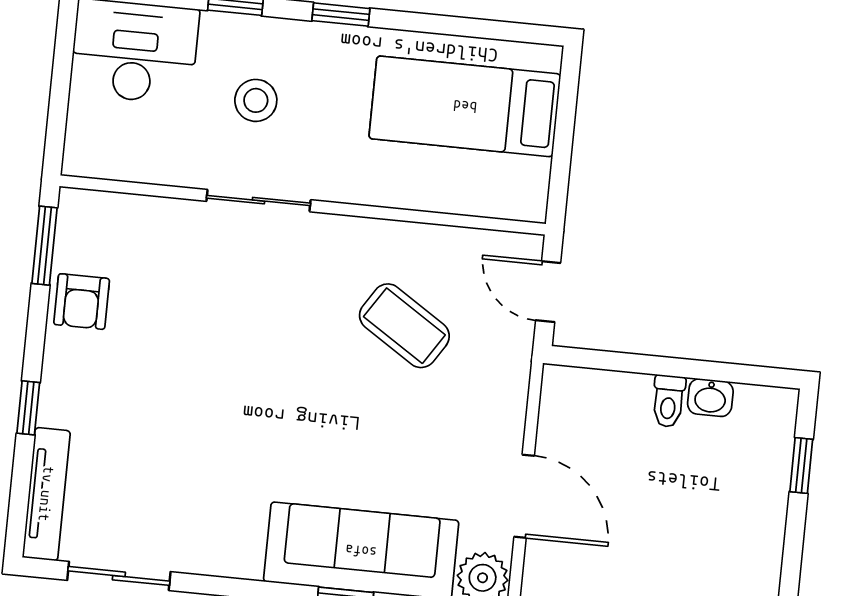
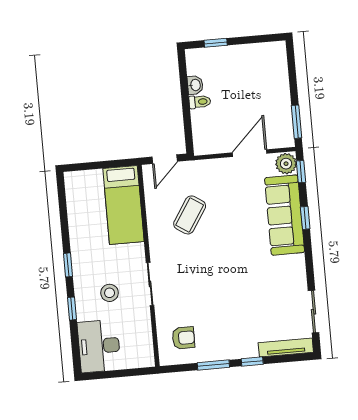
bed: (465, 106) -> (123, 205), moved
window: (44, 246) -> (213, 365), moved
armchair: (82, 302) -> (183, 338), moved

